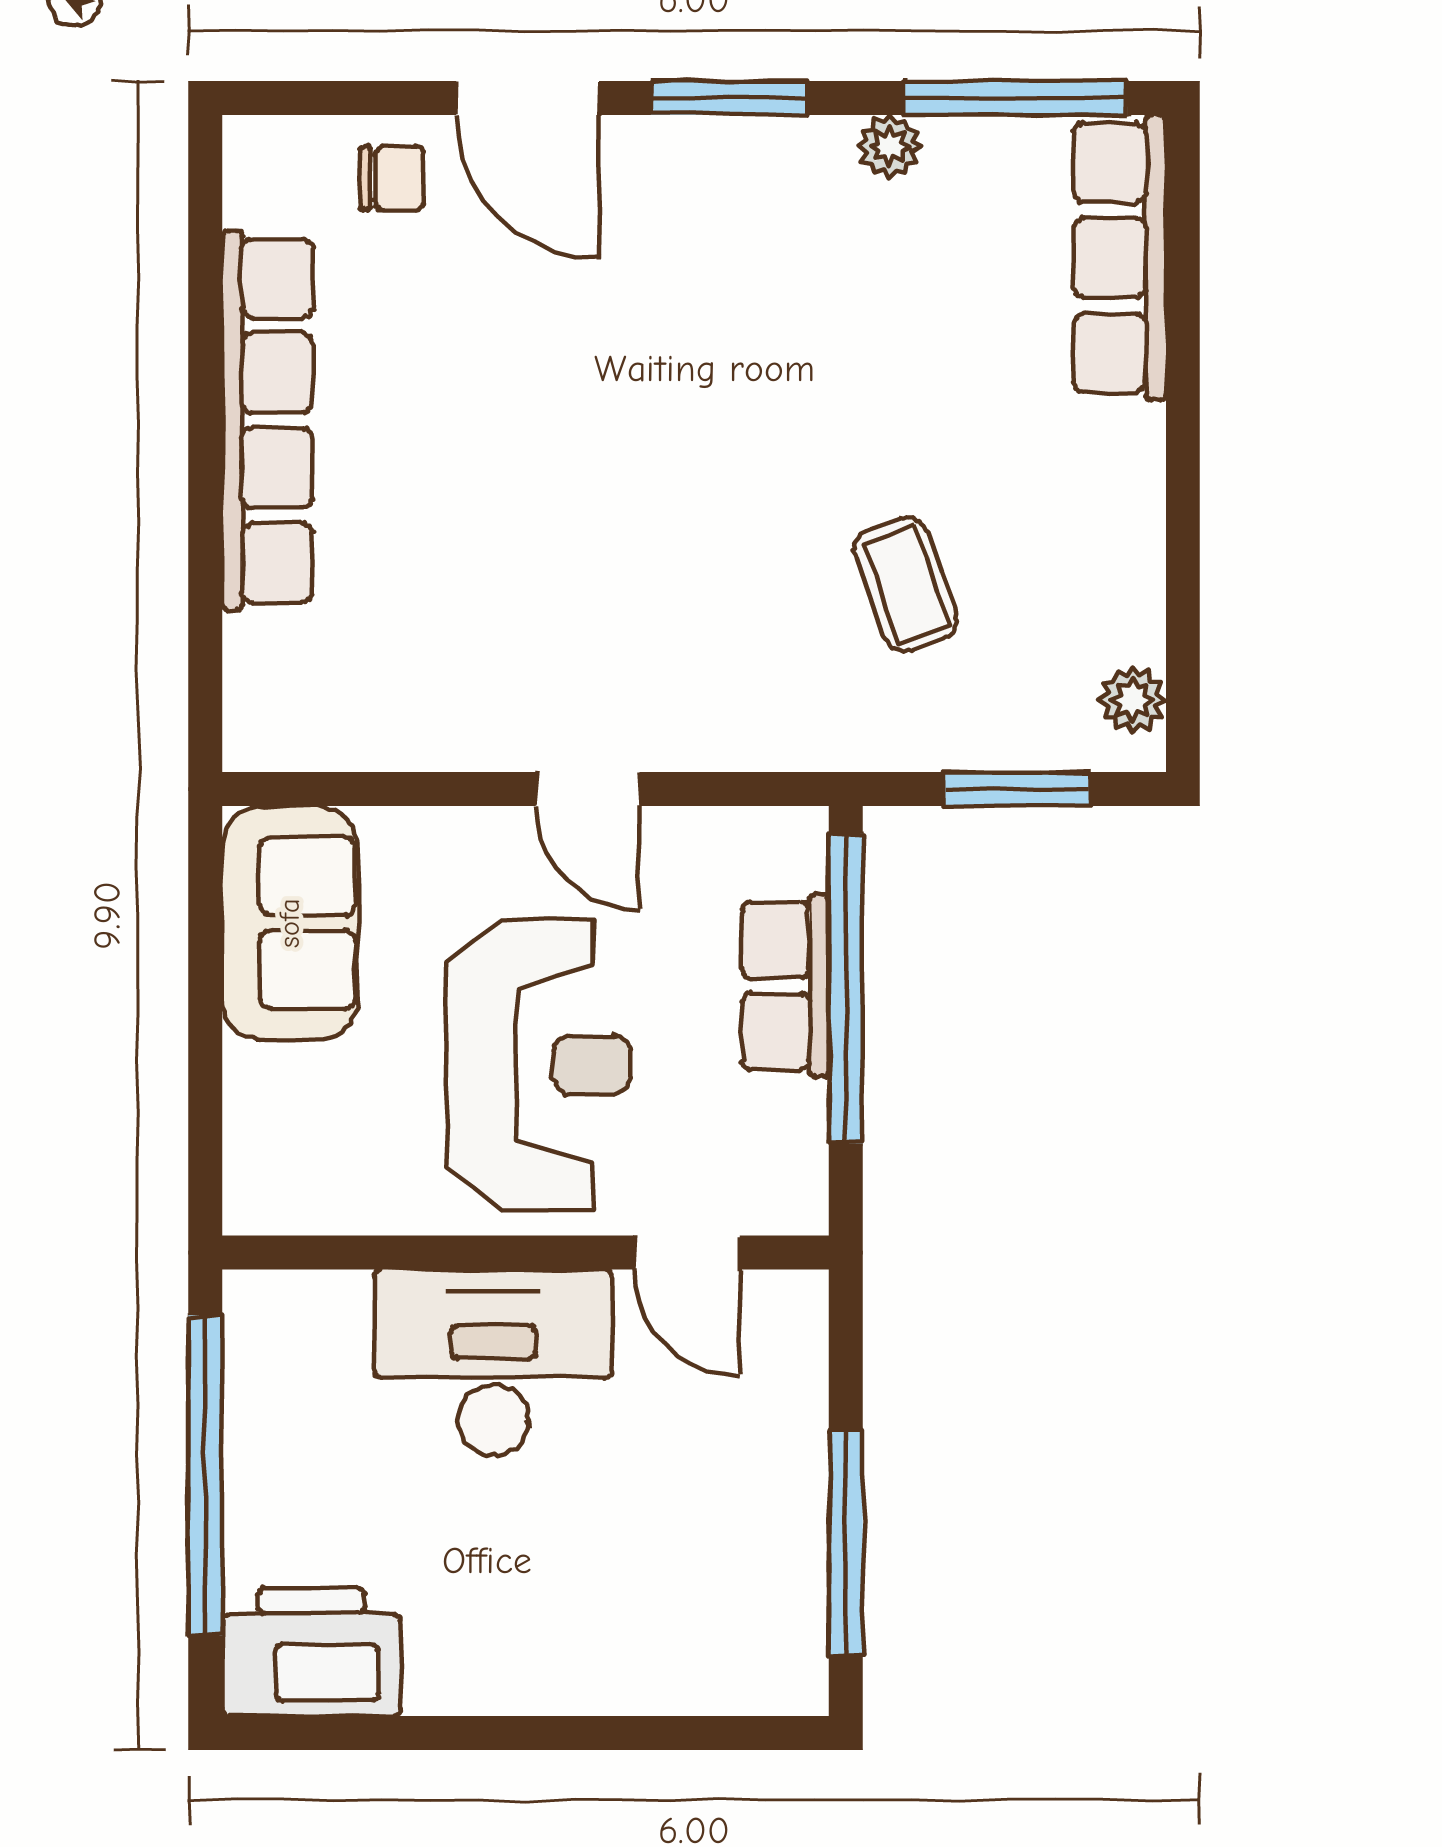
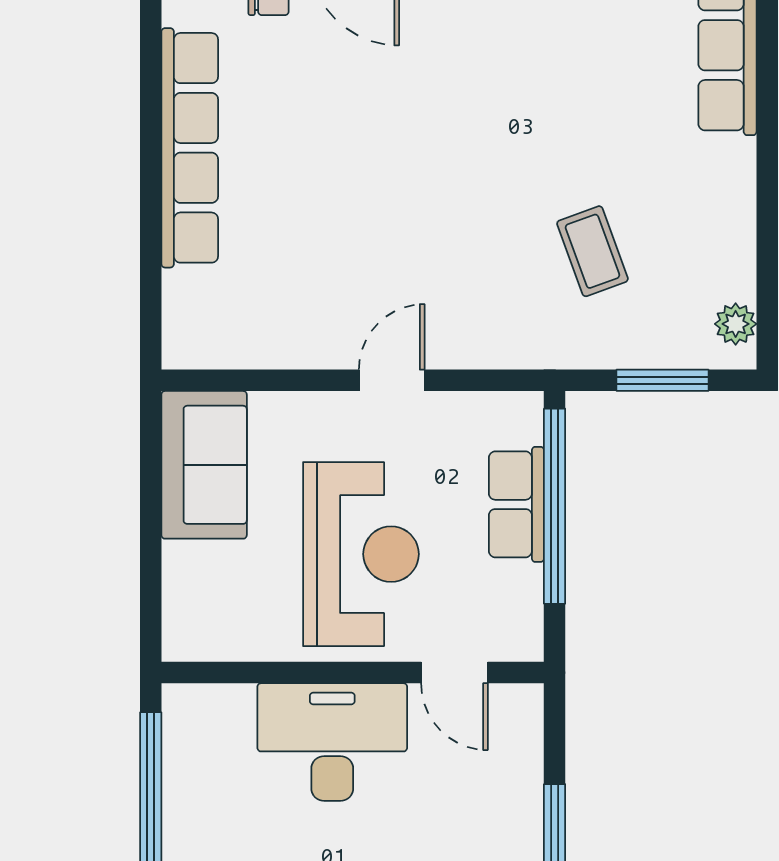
door: (588, 789) -> (392, 380), swing flipped

